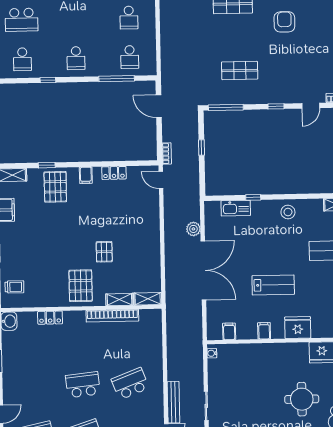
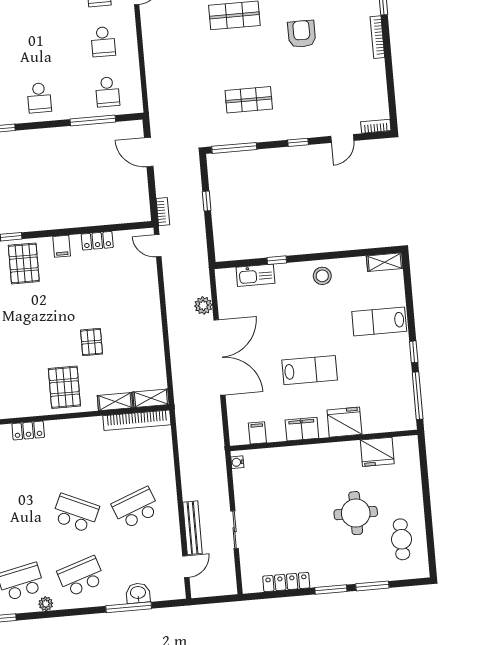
bookcase: (112, 316) -> (137, 420), moved
filing cabinet: (264, 331) -> (302, 429), width x2.00
school desk: (83, 385) -> (76, 513), turned 30

